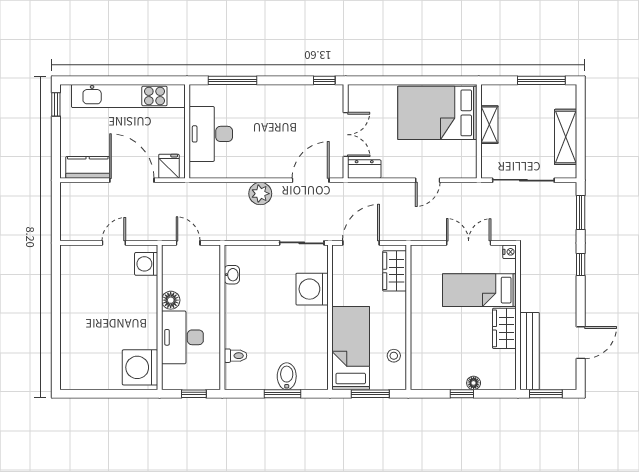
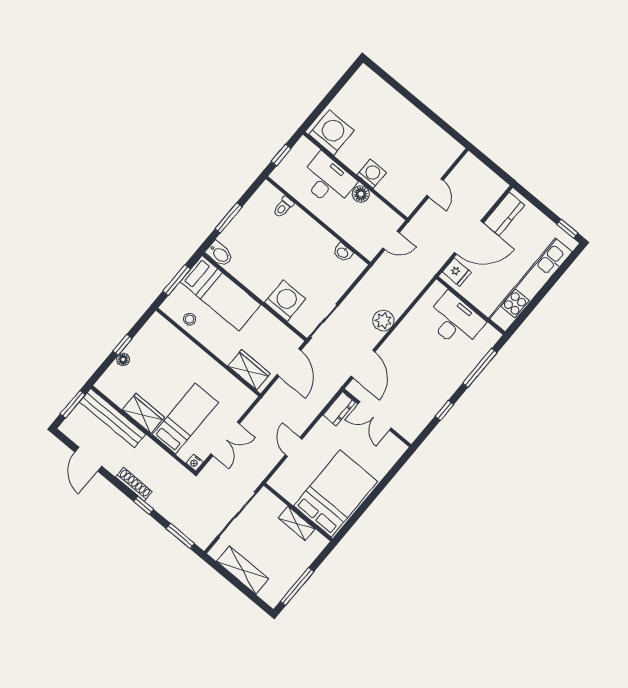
window: (324, 80) -> (444, 410), moved
washing machine: (146, 264) -> (372, 174), moved
shoe rack: (570, 287) -> (134, 484), added
bidet: (287, 376) -> (219, 254), moved

